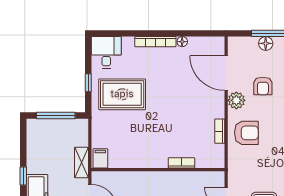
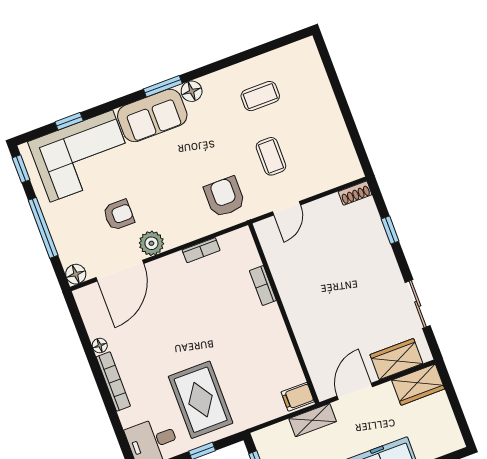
floor lamp: (266, 43) -> (76, 274), moved
armchair: (246, 133) -> (225, 197), moved

